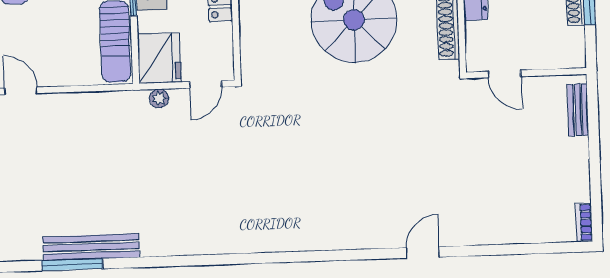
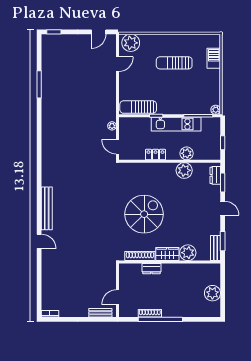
fridge: (159, 58) -> (130, 126), removed
door: (505, 74) -> (118, 297), moved
bench: (91, 247) -> (47, 208), moved

